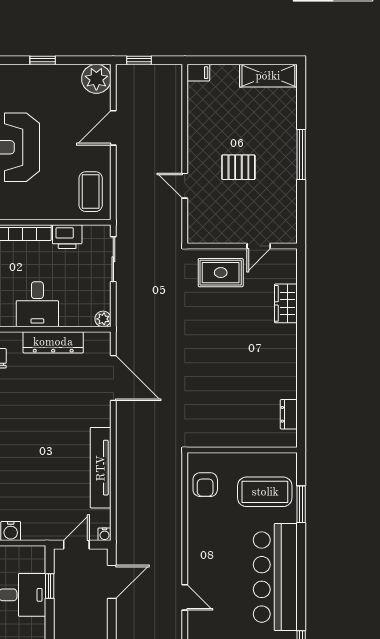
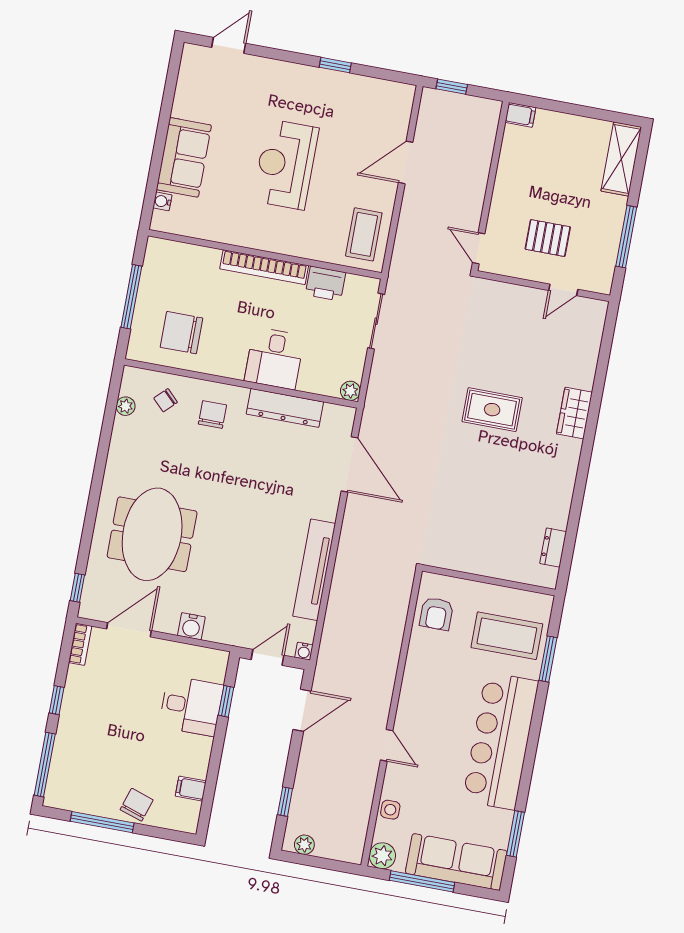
shelving: (268, 76) -> (621, 159), moved, turned 90
plant: (96, 79) -> (396, 100), removed
wall: (242, 246) -> (543, 286), moved
door: (259, 246) -> (563, 290), moved
rug: (221, 273) -> (492, 410), moved

